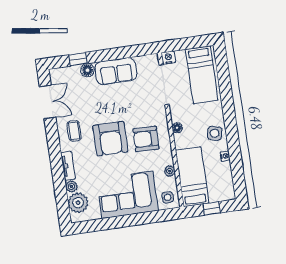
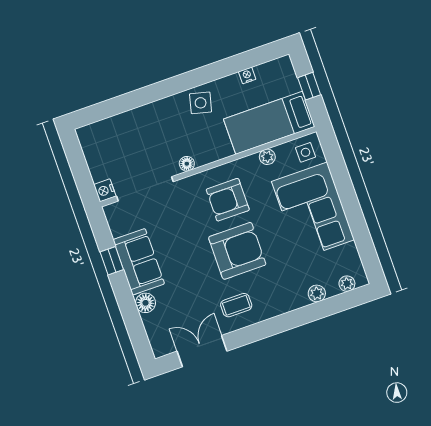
window: (78, 59) -> (112, 261), moved
bed: (202, 75) -> (120, 138), removed
floor lamp: (177, 128) -> (187, 164), moved
armchair: (146, 139) -> (228, 200), turned 89
nightstand: (225, 156) -> (247, 75), moved
tv unit: (68, 166) -> (288, 304), removed
plant: (78, 203) -> (347, 284), width x0.53, depth x0.53

